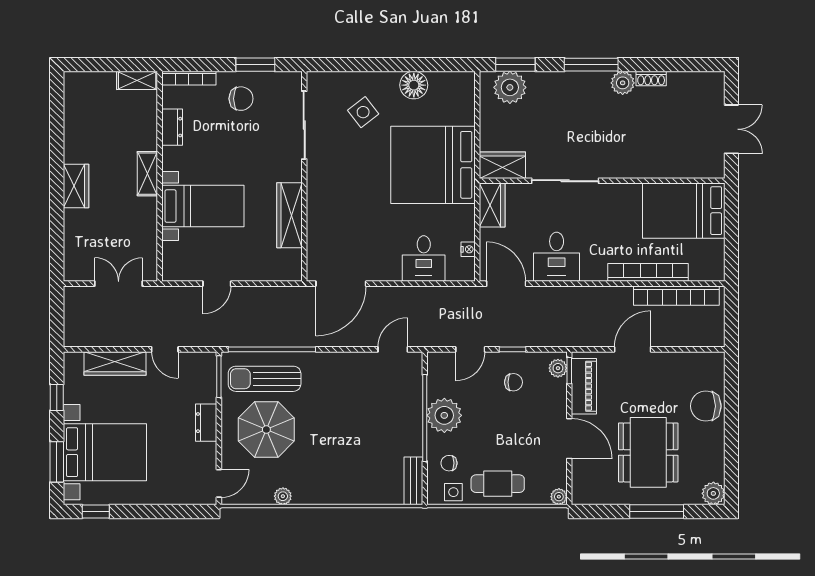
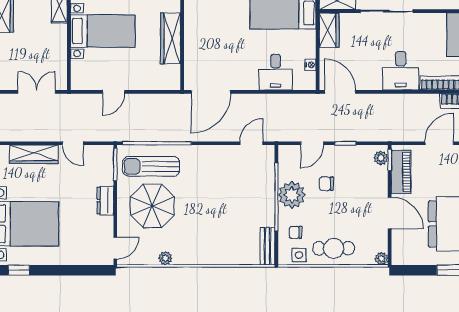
desk: (557, 257) -> (401, 71), moved
chair: (514, 382) -> (326, 184), moved, turned 180

